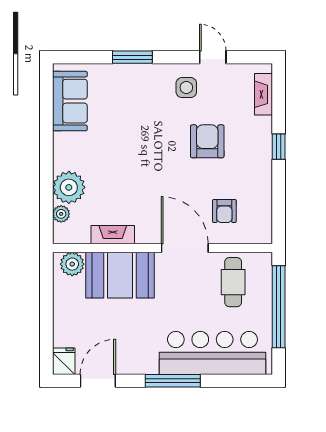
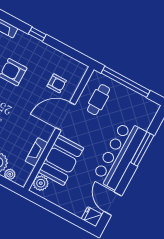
cafe table: (233, 282) -> (99, 100), turned 90
bar counter: (212, 353) -> (119, 155), moved
window: (173, 381) -> (142, 149), moved

